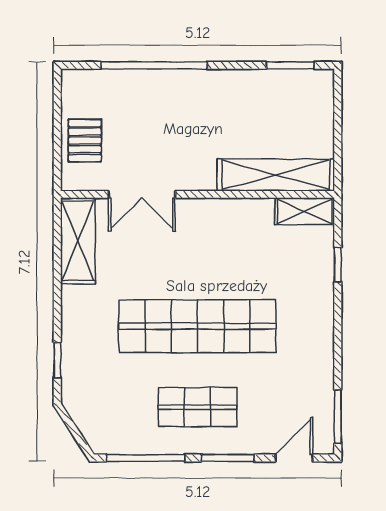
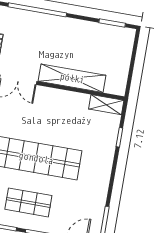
shelving: (276, 175) -> (72, 78), moved

